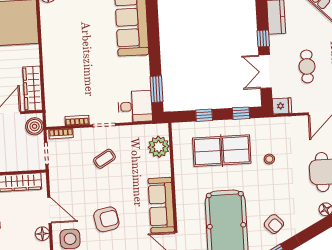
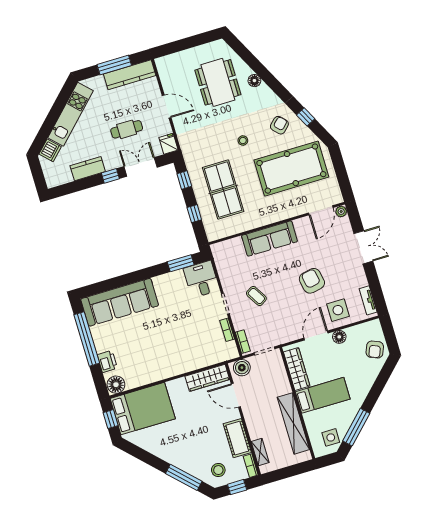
double door: (265, 72) -> (141, 167), swing flipped
plant: (159, 147) -> (233, 248), removed
stool: (269, 159) -> (243, 141), moved
sofa: (161, 205) -> (269, 239), moved

